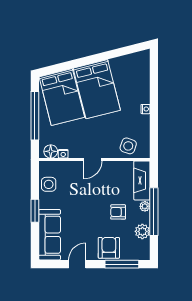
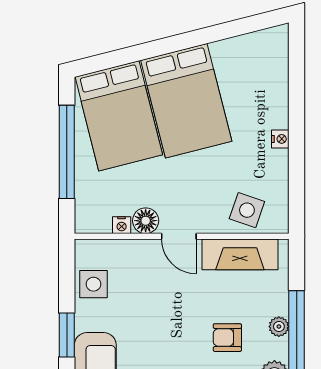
floor lamp: (51, 151) -> (146, 221), moved
door: (93, 159) -> (179, 236), hinge flipped
fireplace: (142, 180) -> (240, 254), moved, turned -90

